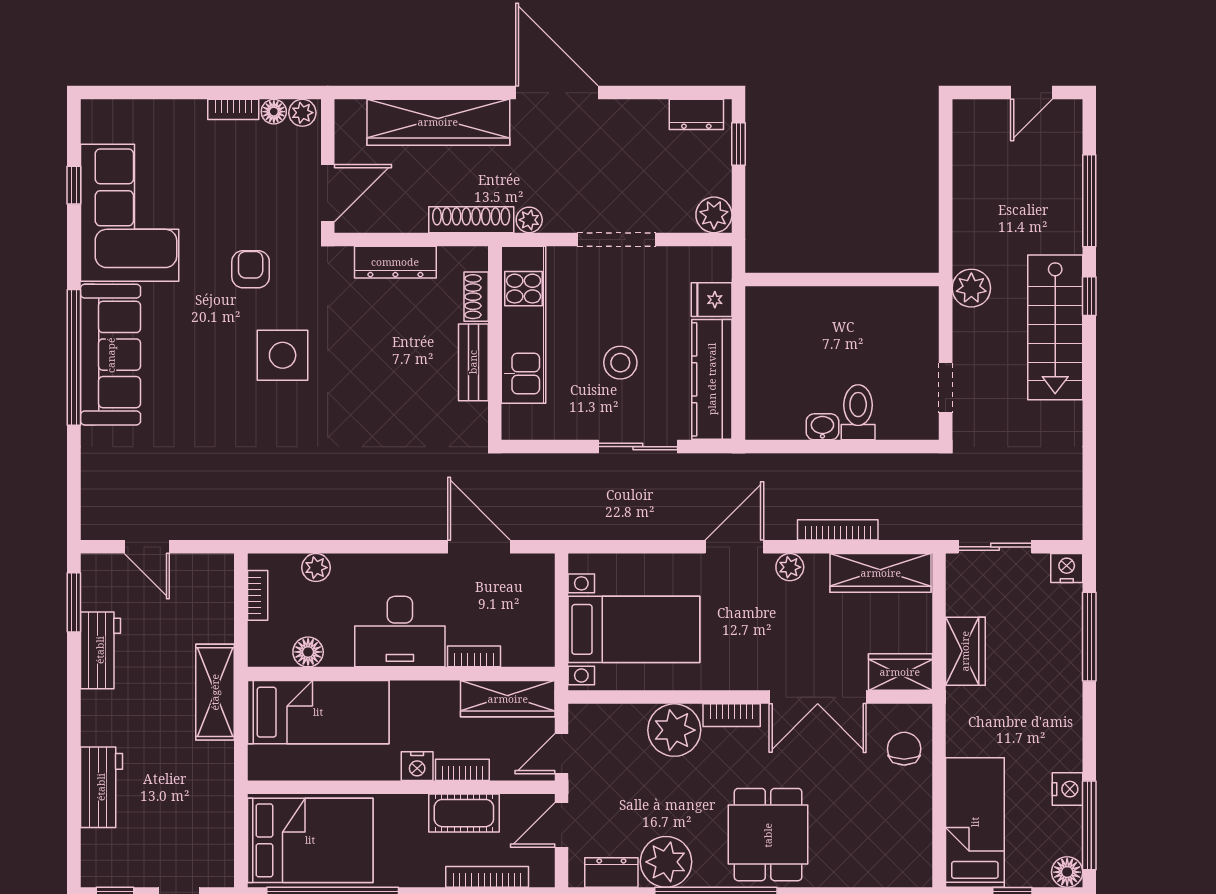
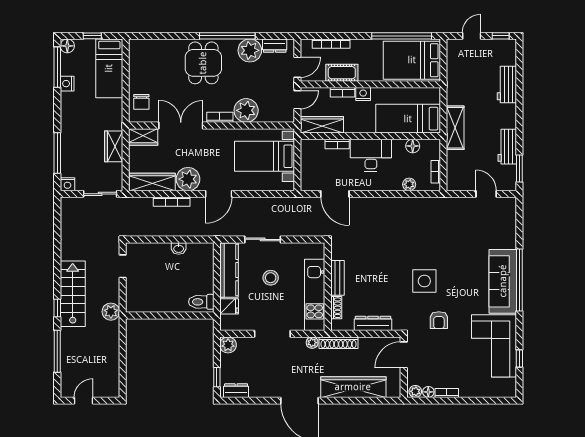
toilet: (858, 412) -> (201, 302), moved, turned 90
plant: (790, 567) -> (188, 179), width x1.87, depth x1.87

